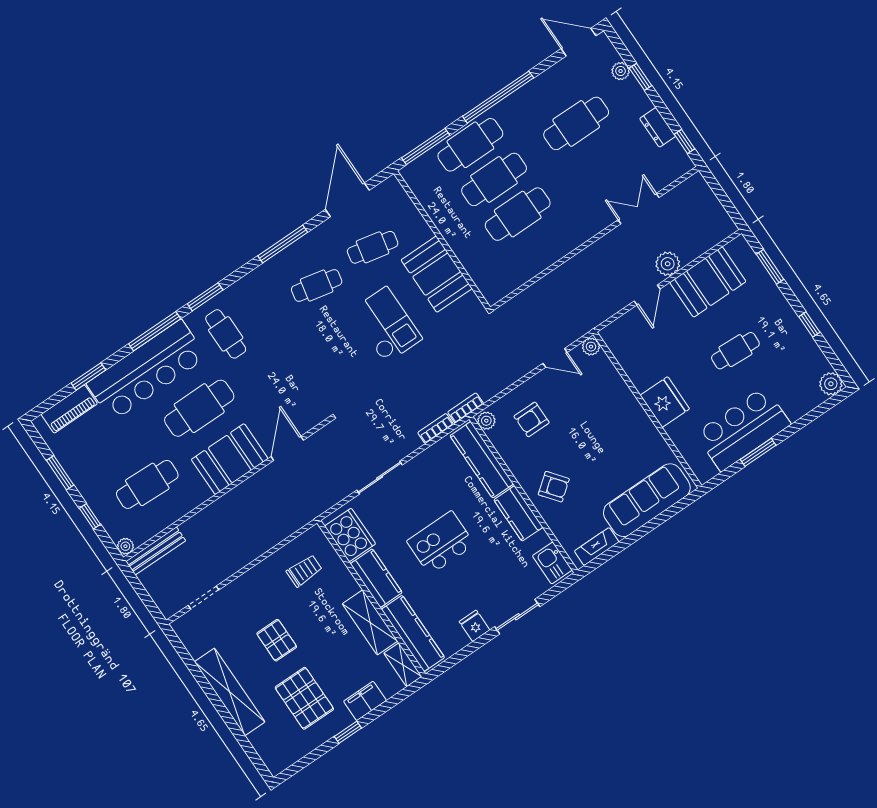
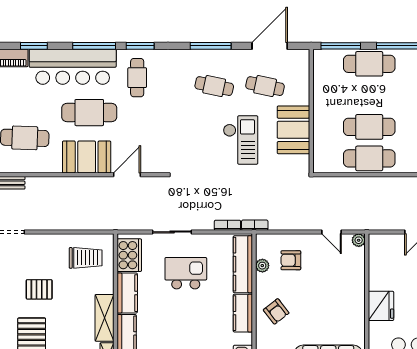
cafe table: (494, 179) -> (369, 158), moved
plant: (486, 421) -> (262, 266), moved
kitchen island: (441, 543) -> (186, 273), moved
trolley: (304, 571) -> (86, 258), width x1.36, depth x1.39
pallet: (277, 640) -> (39, 289), turned 90

